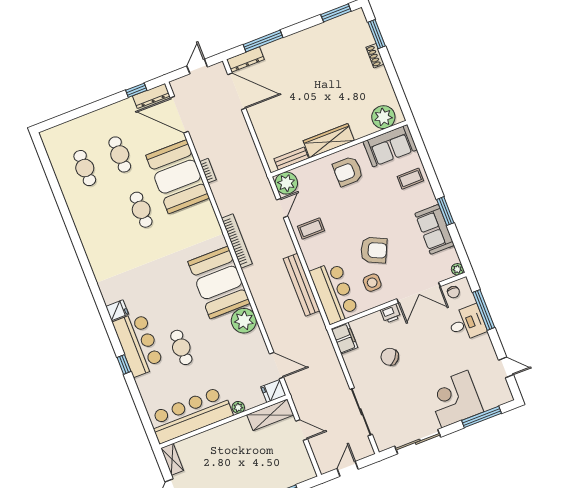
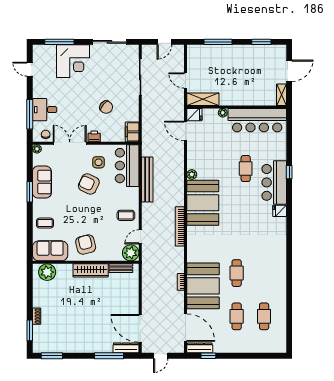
armchair: (348, 171) -> (86, 245), turned -104
plant: (244, 321) -> (192, 175), width x0.53, depth x0.53

